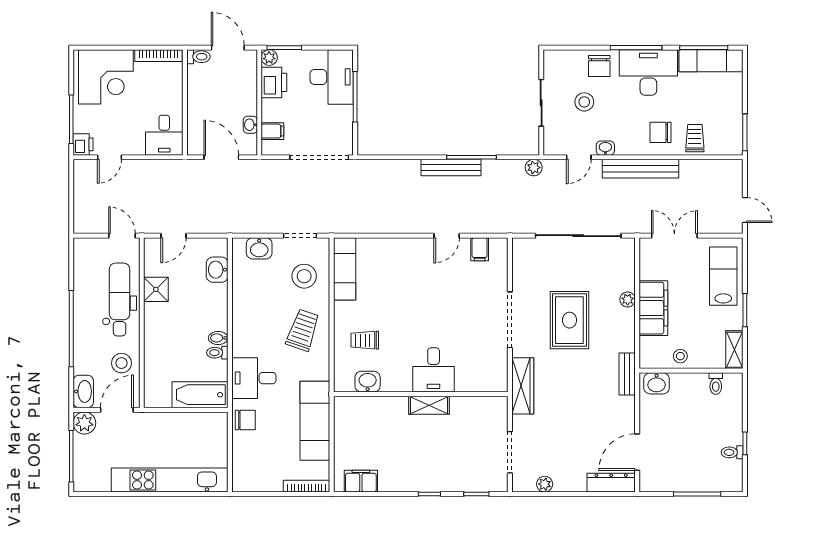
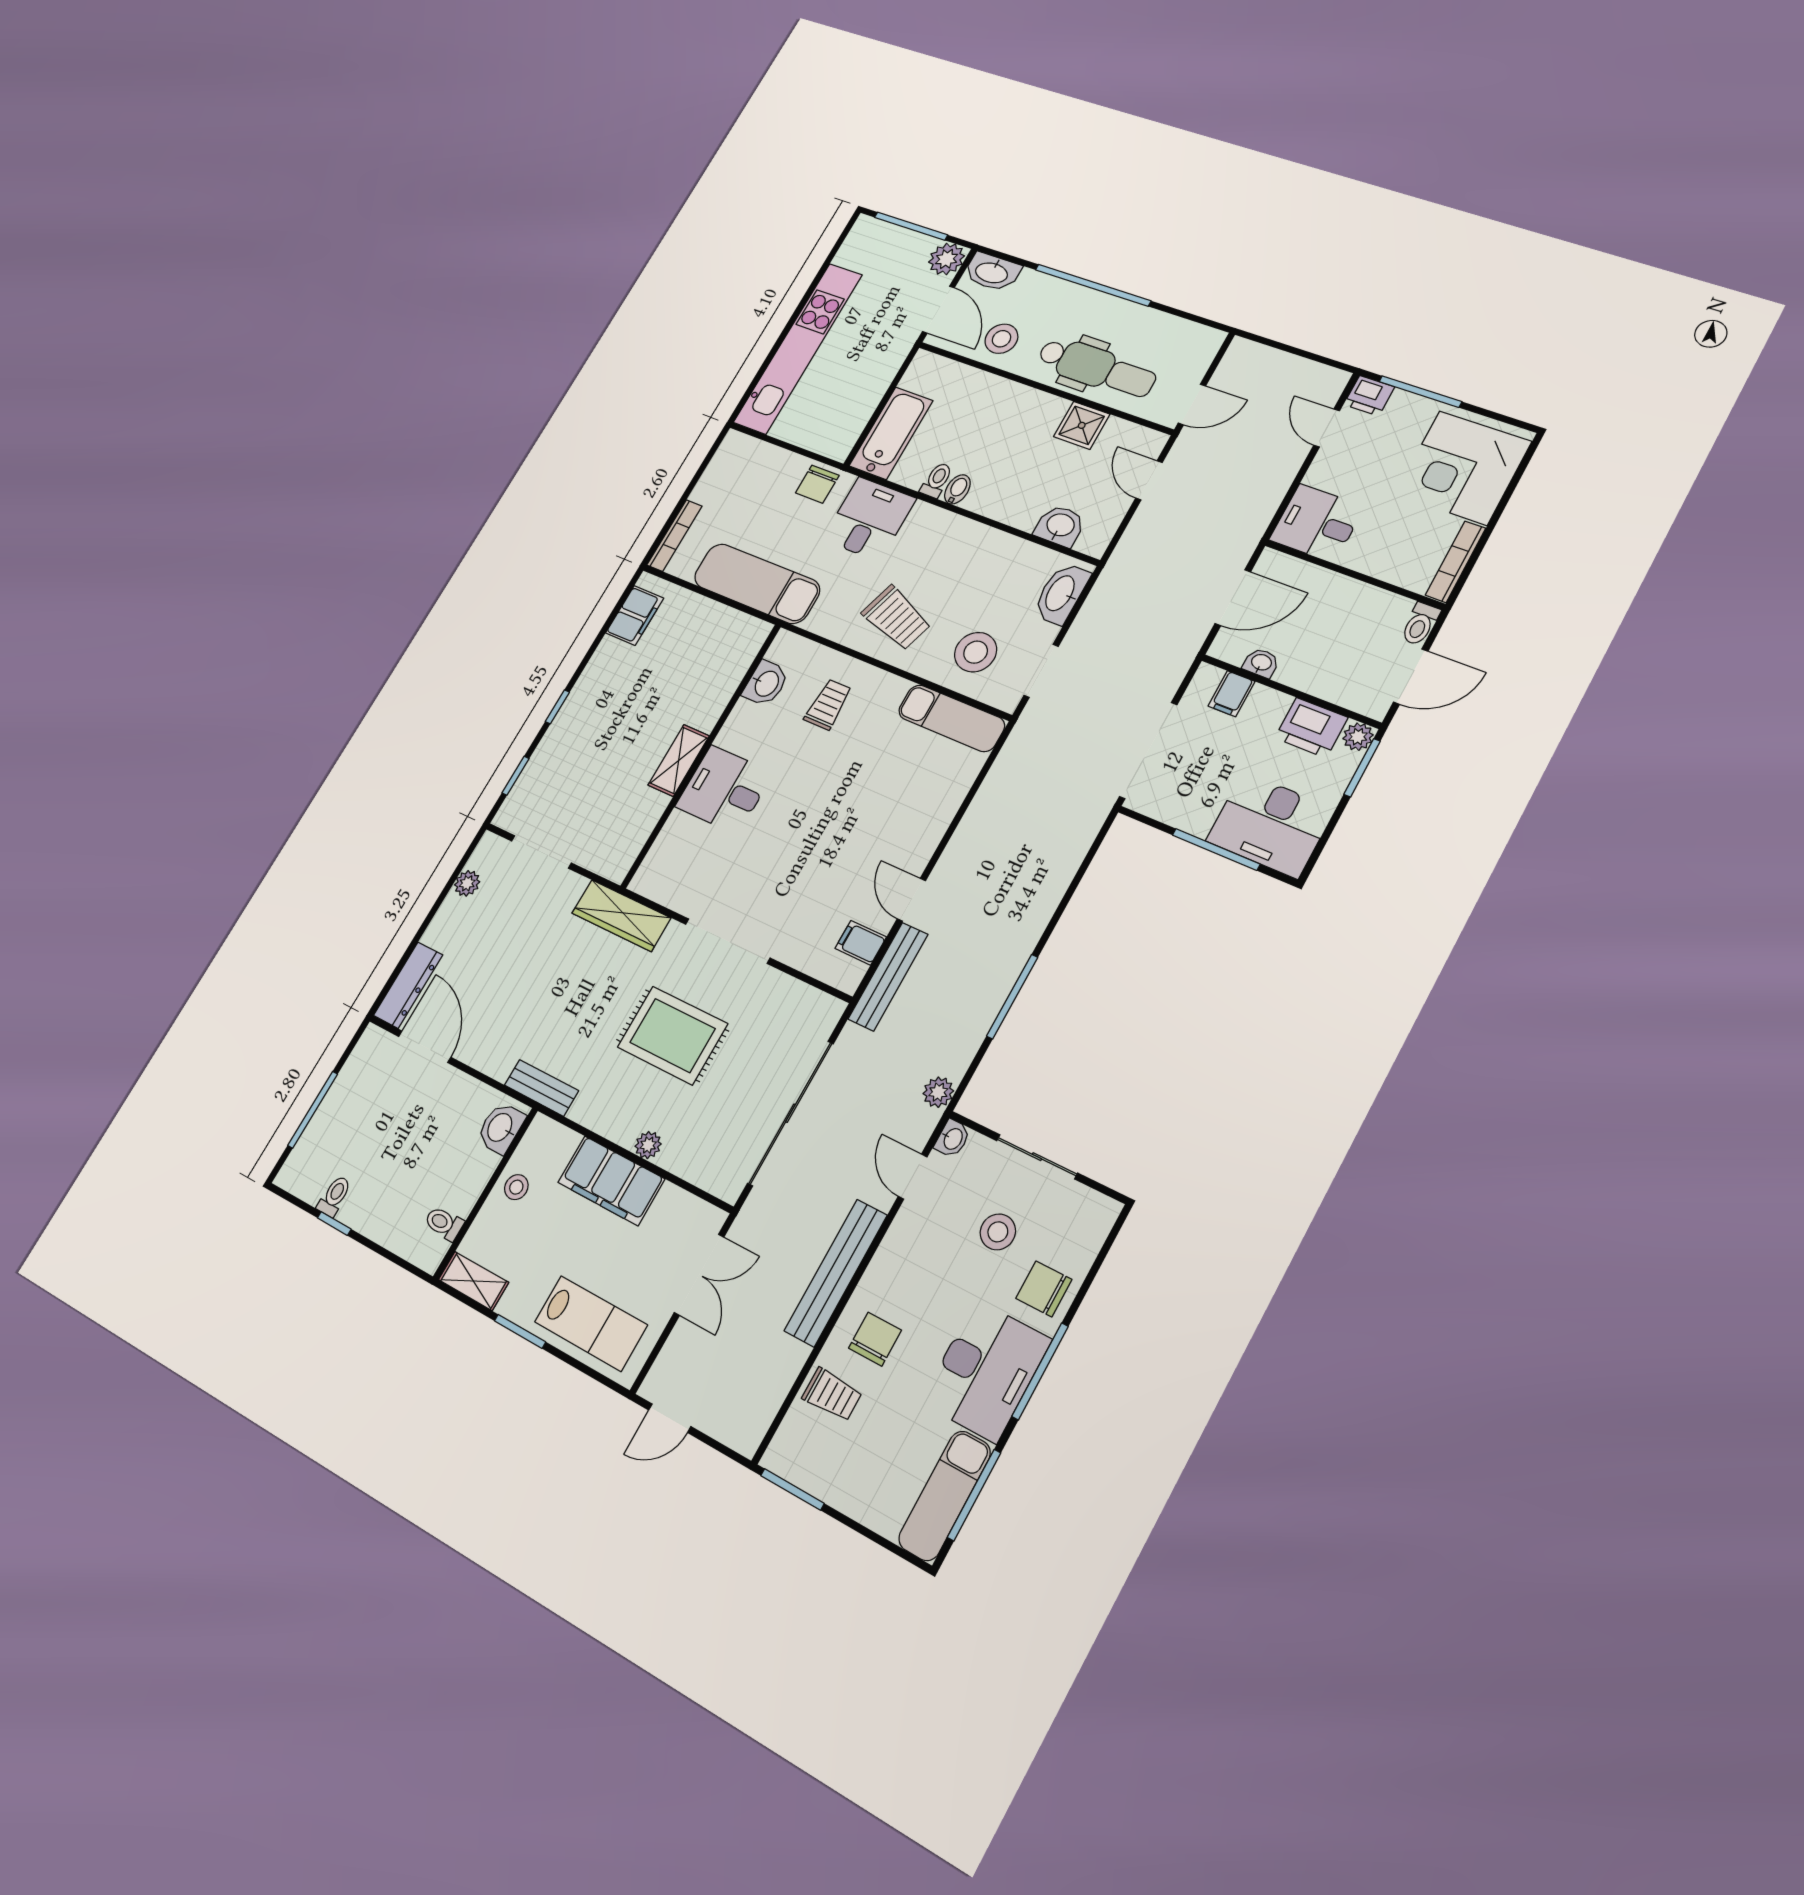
washbasin: (605, 148) -> (953, 1139), moved
bench: (451, 168) -> (888, 977), moved
washbasin: (259, 248) -> (1061, 594), width x1.38

